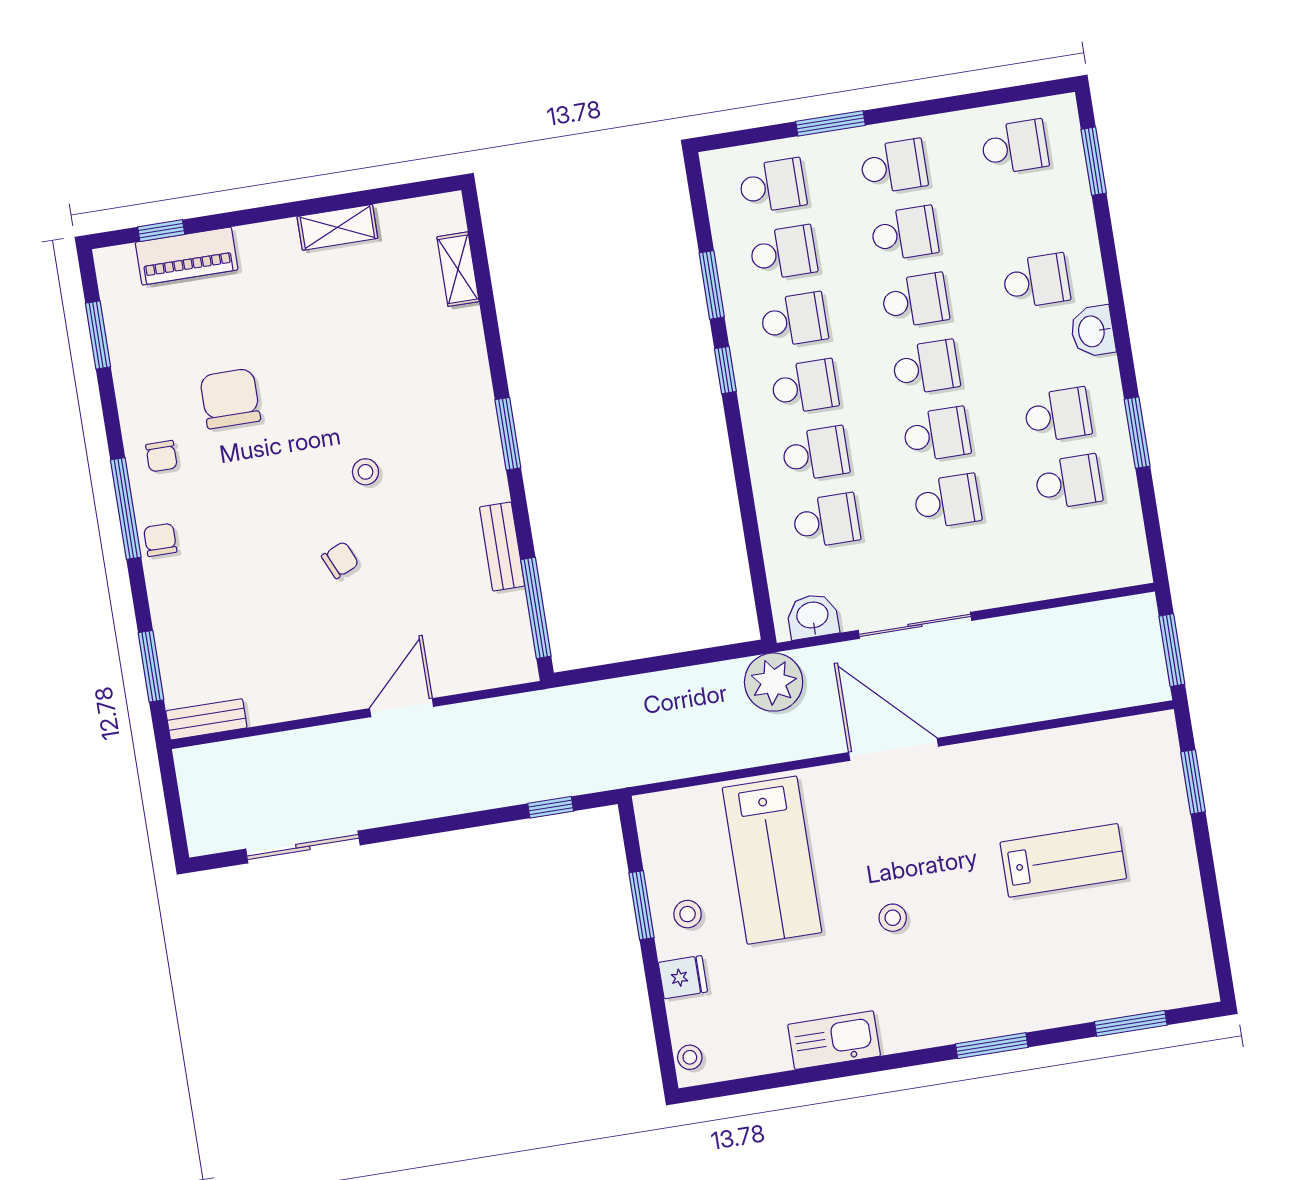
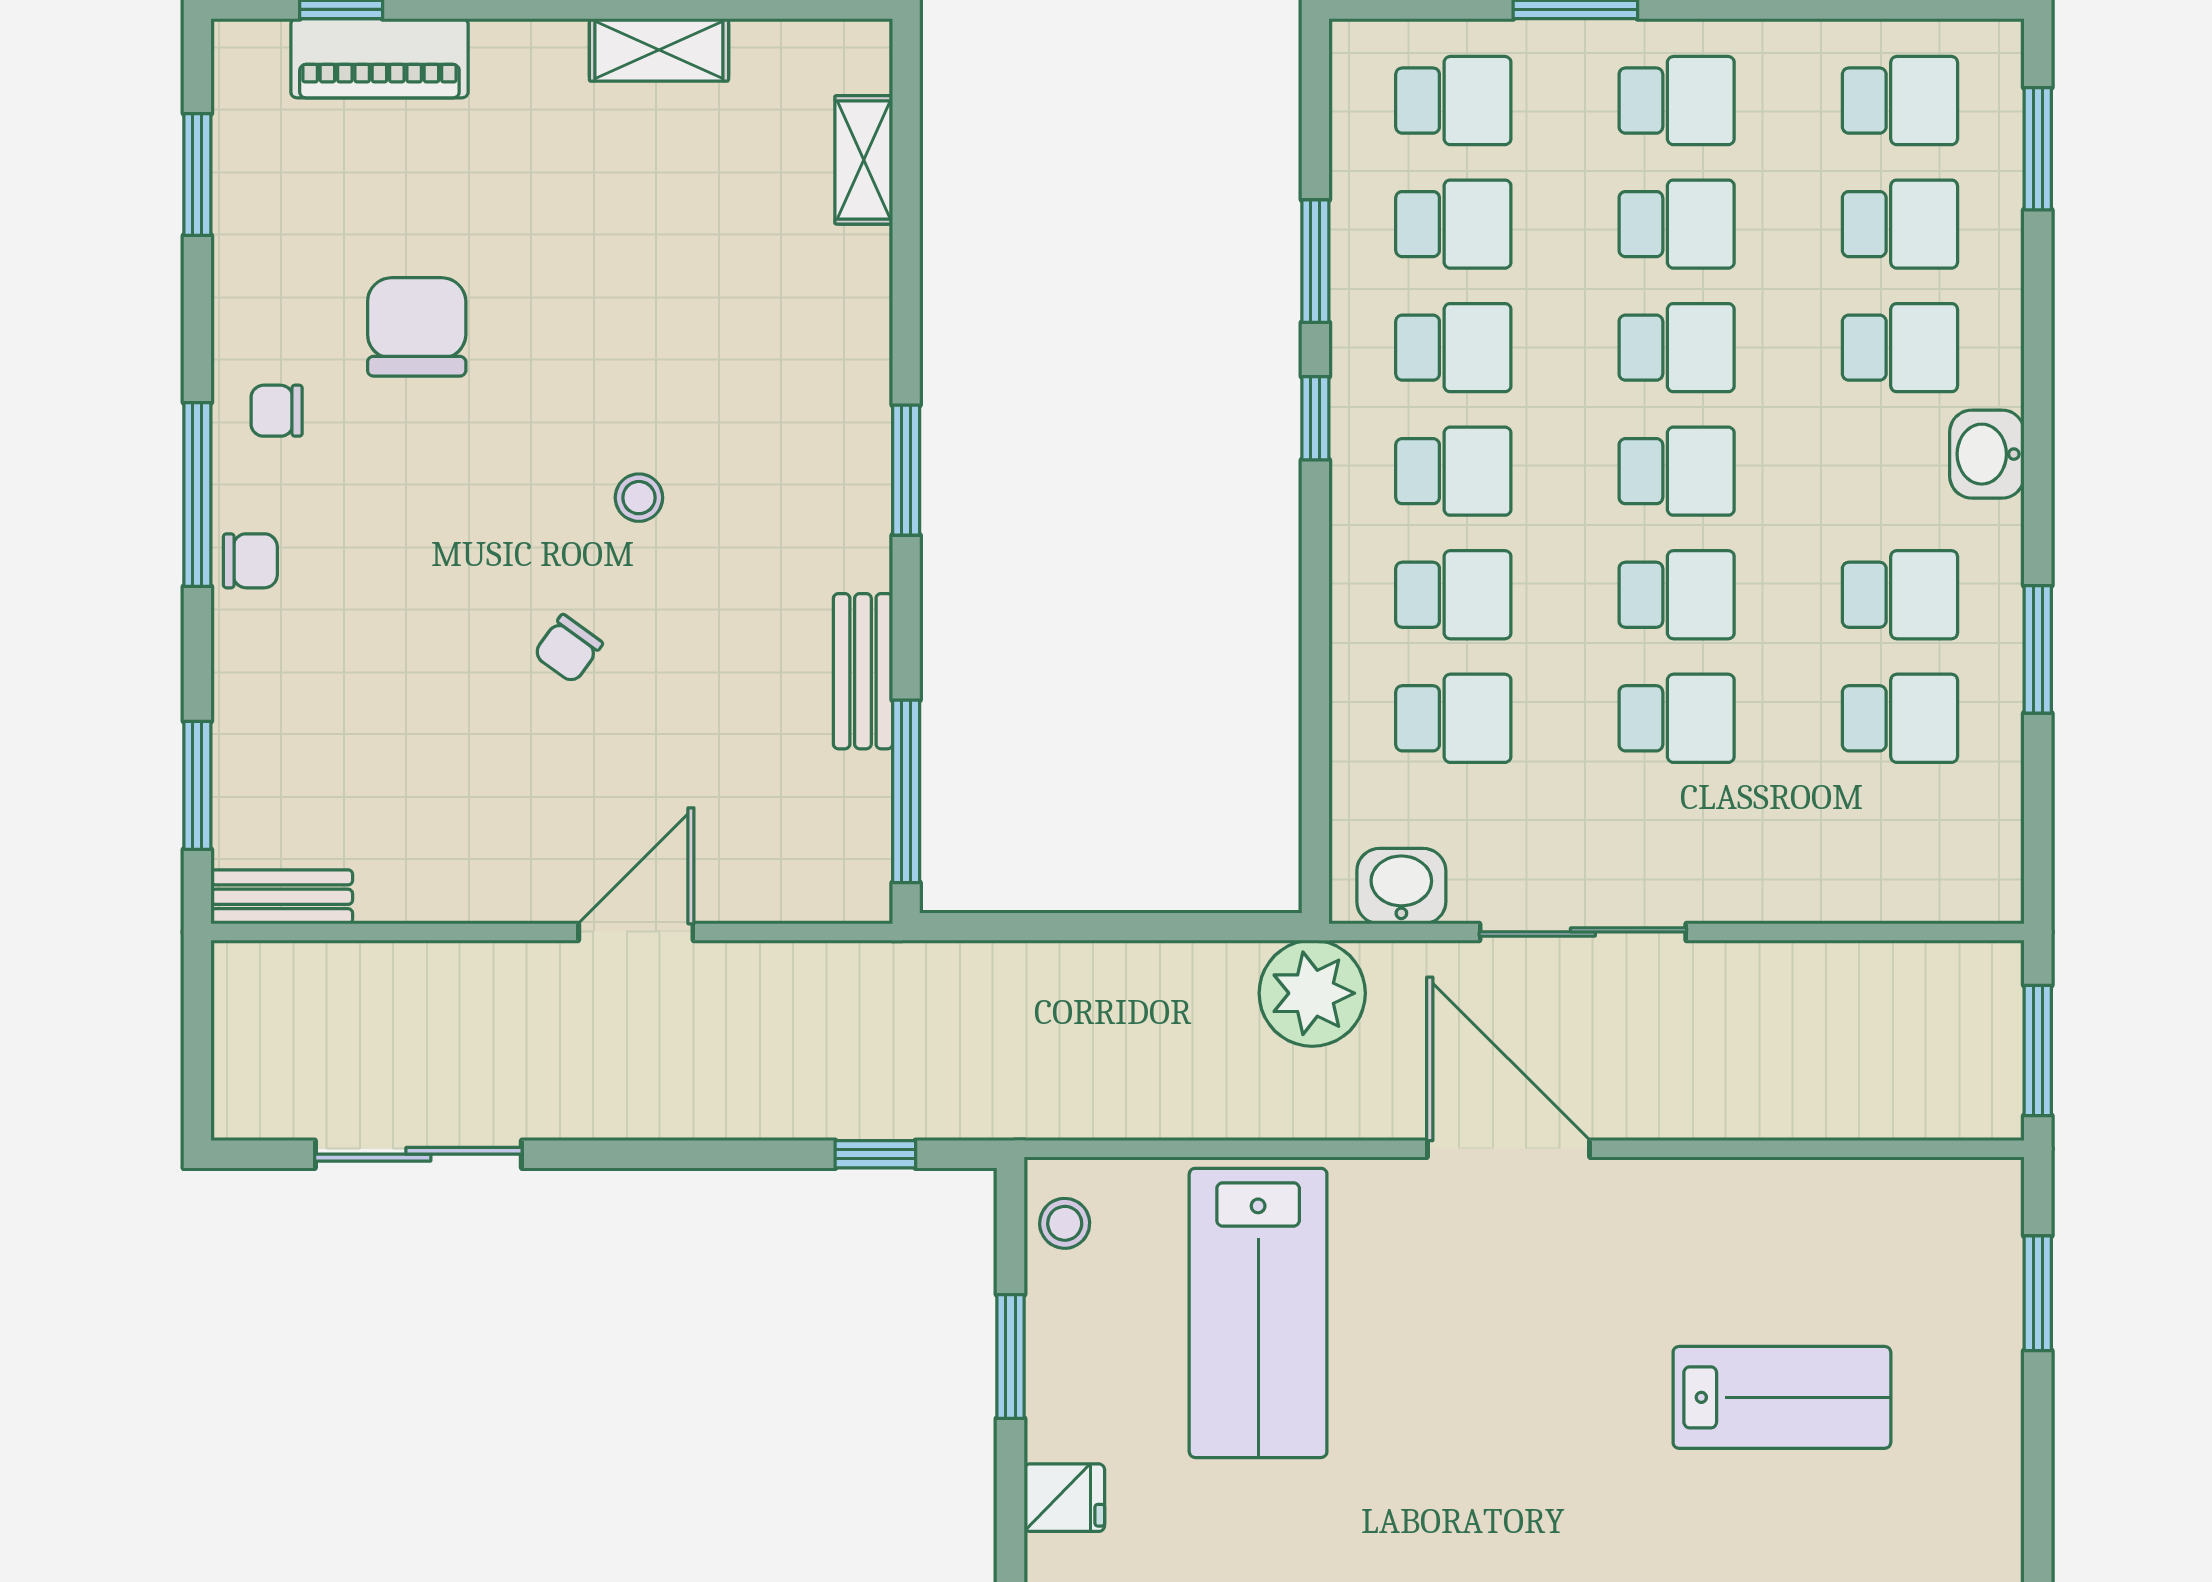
school desk: (1025, 214) -> (1900, 224), added
chair: (161, 456) -> (277, 411), turned 90
chair: (160, 540) -> (250, 561), turned 90
chair: (340, 560) -> (568, 649), turned 150
stool: (688, 914) -> (1065, 1223), moved
stool: (893, 918) -> (1459, 1451), removed

